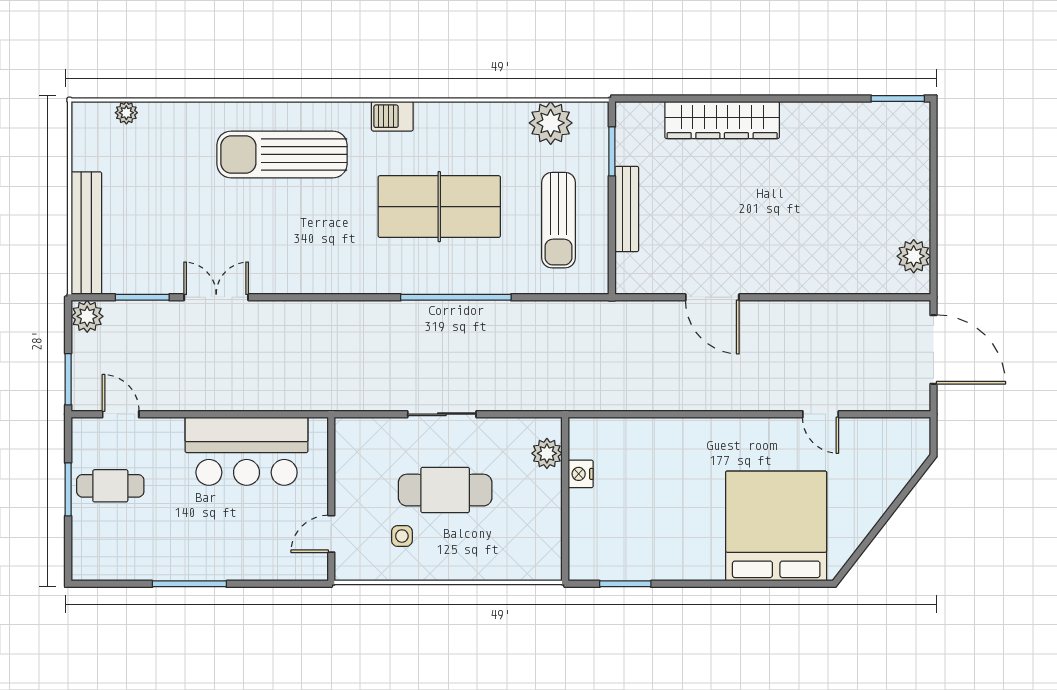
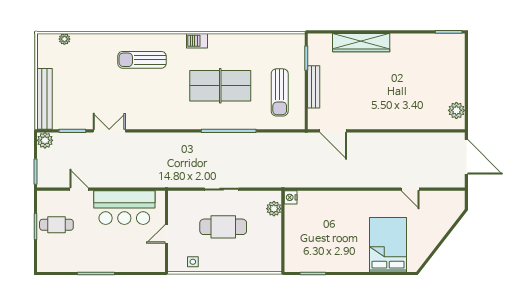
plant: (551, 123) -> (276, 44), removed
sun lounger: (282, 154) -> (142, 60), width x0.73, depth x0.75
door: (712, 297) -> (333, 131), moved
door: (121, 414) -> (79, 189), moved
nightstand: (581, 474) -> (291, 197), moved
bed: (776, 526) -> (388, 245), width x0.73
door: (331, 534) -> (166, 234), moved
side table: (402, 536) -> (193, 262), moved

